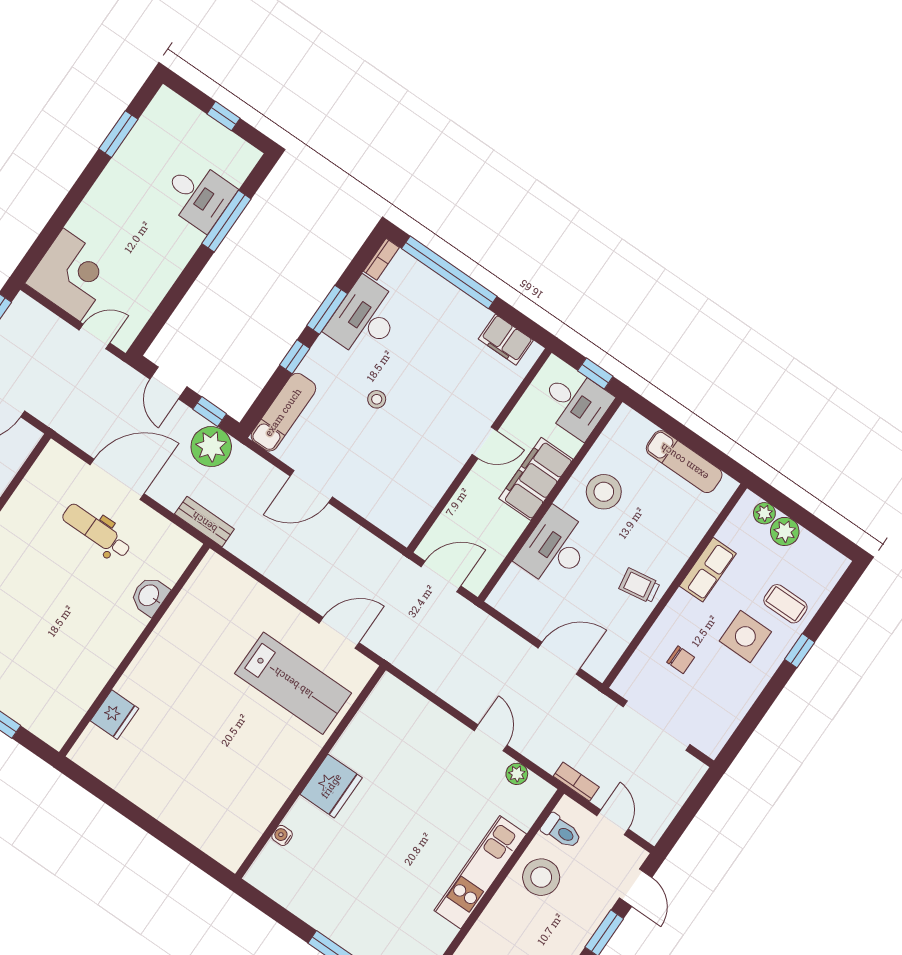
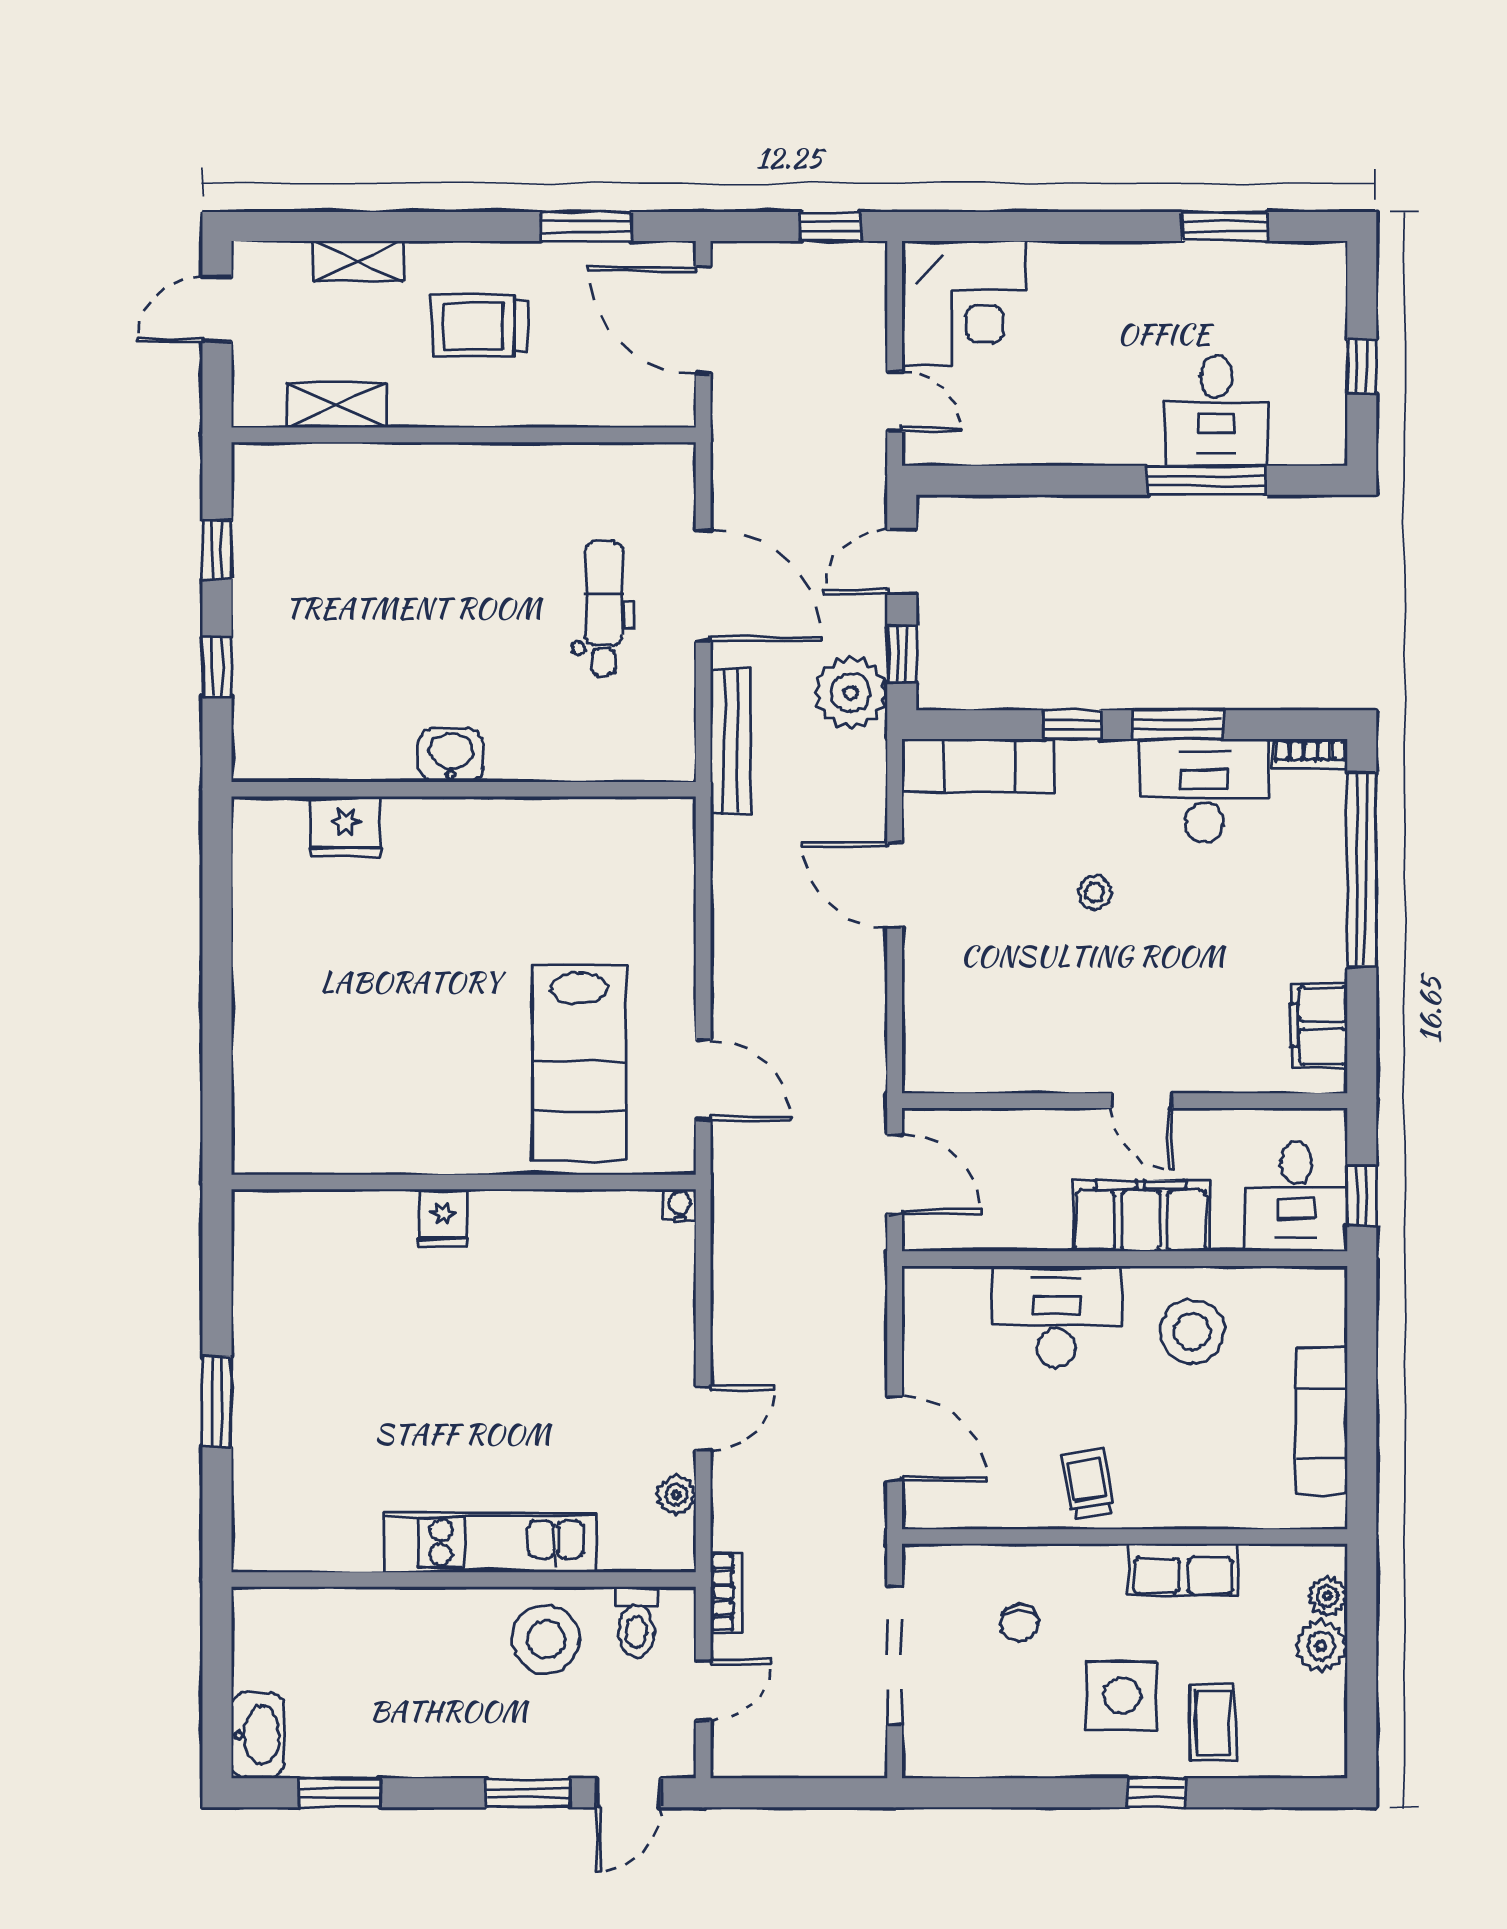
bench: (204, 522) -> (730, 742), width x1.36
washbasin: (149, 596) -> (451, 755), moved
fridge: (331, 786) -> (443, 1218), width x0.53, depth x0.75
water cooler: (282, 835) -> (680, 1205), moved

